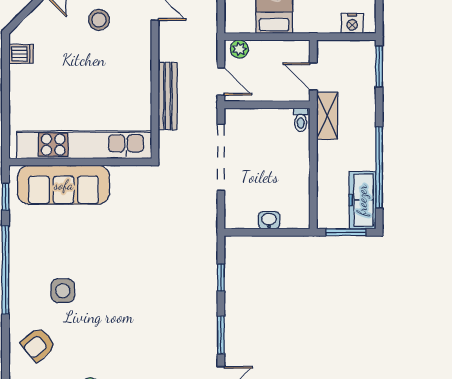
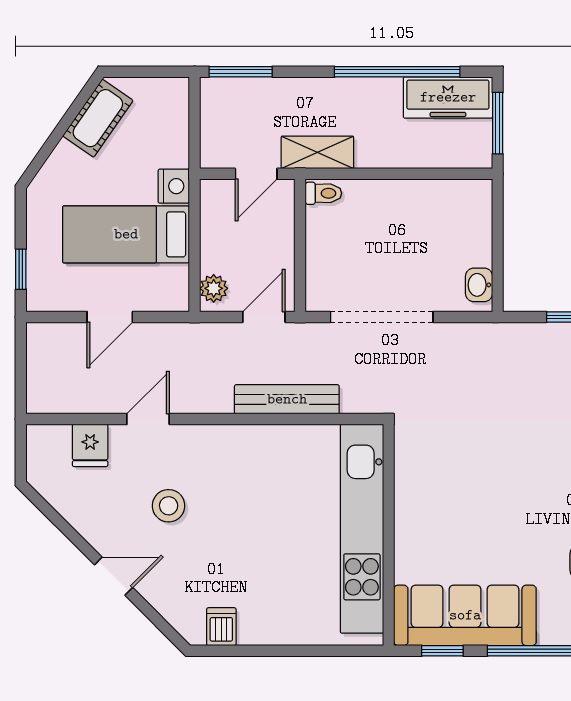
nightstand: (352, 23) -> (174, 186), moved
sofa: (64, 185) -> (465, 615), moved, turned -90
washbasin: (269, 220) -> (479, 285), moved

